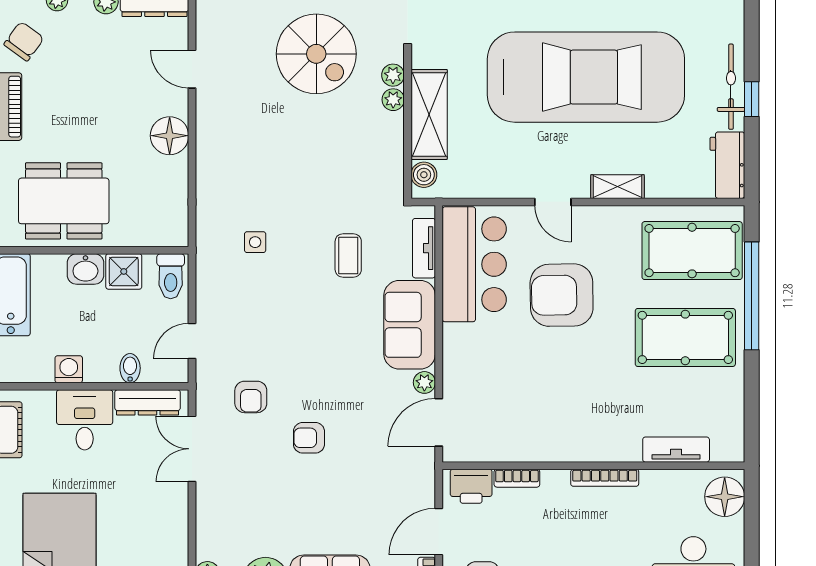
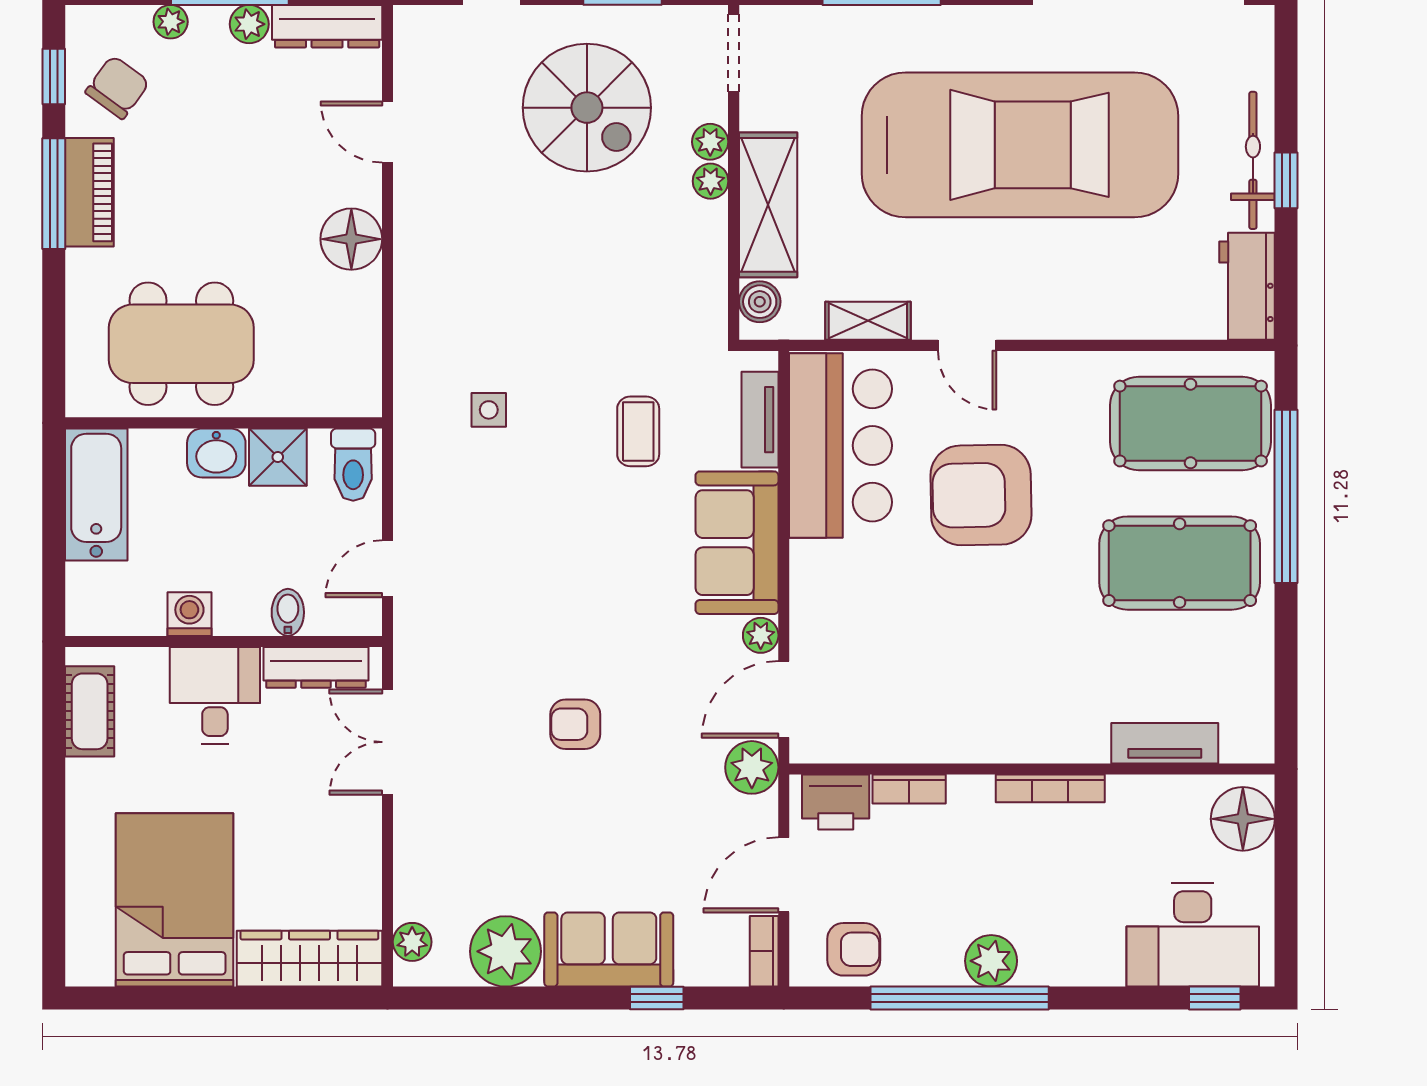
shelving: (618, 187) -> (868, 321), moved
armchair: (251, 397) -> (482, 659), removed
plant: (419, 465) -> (752, 767), added

